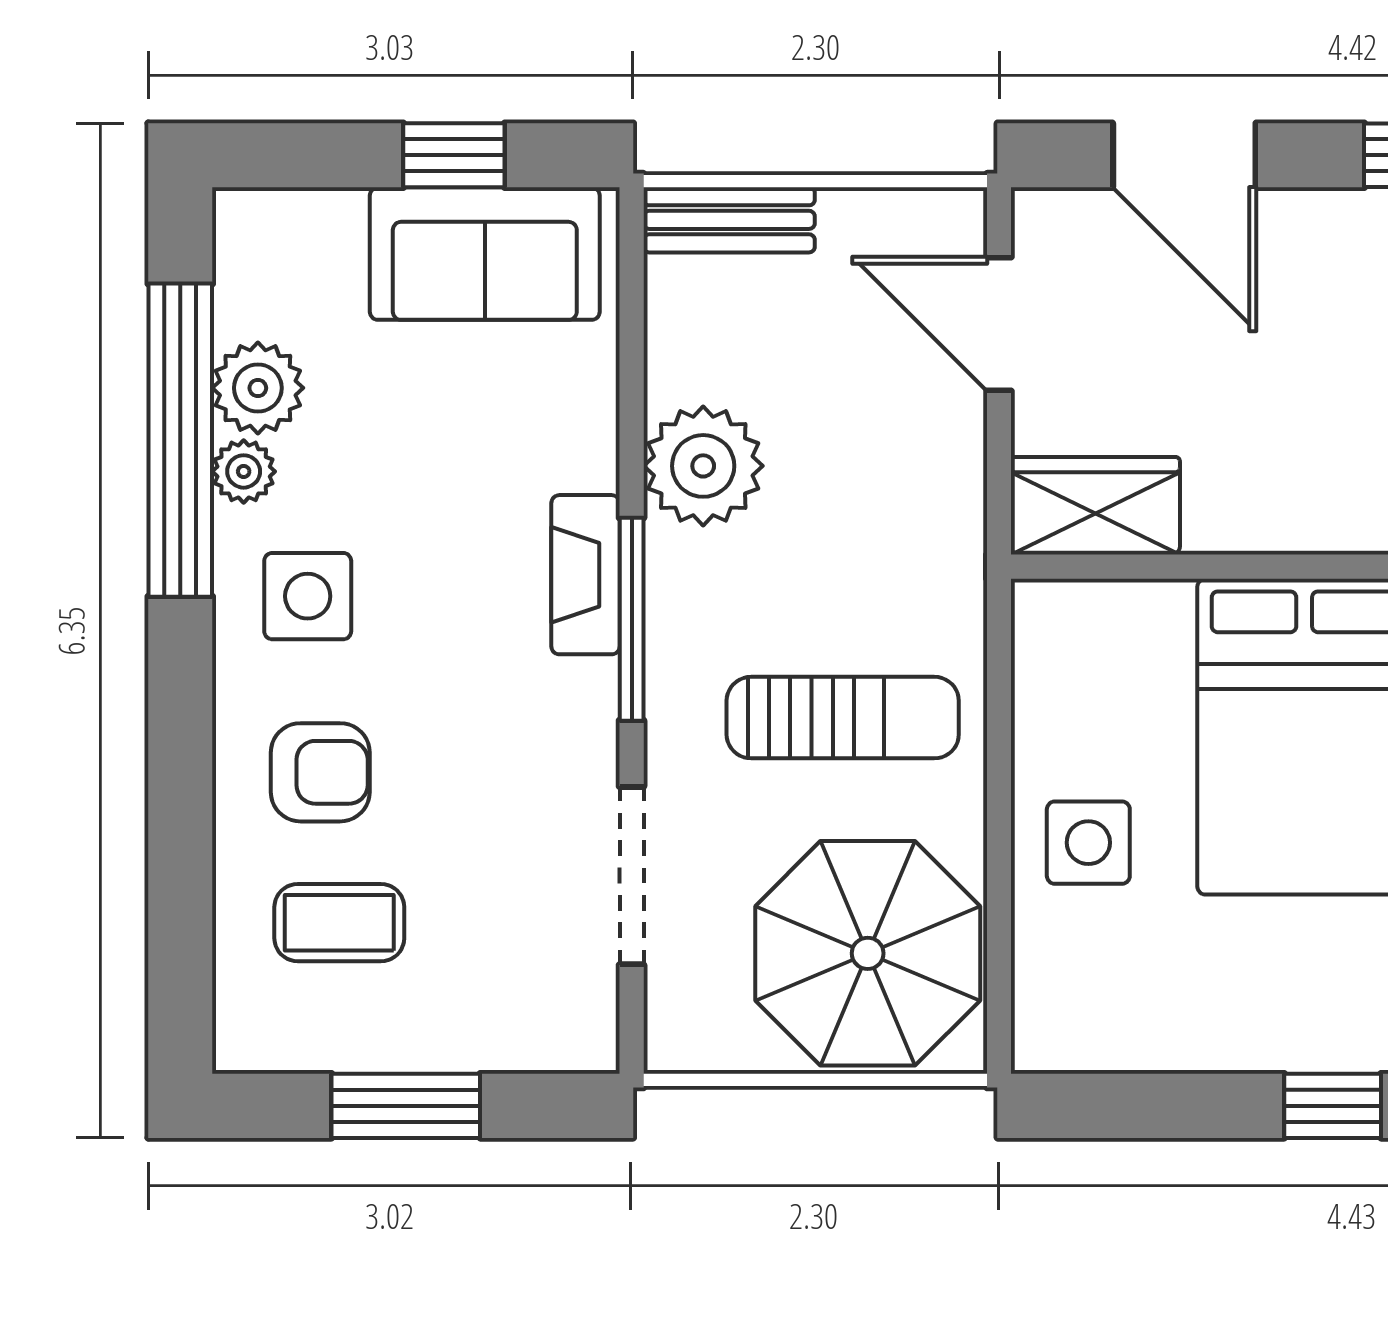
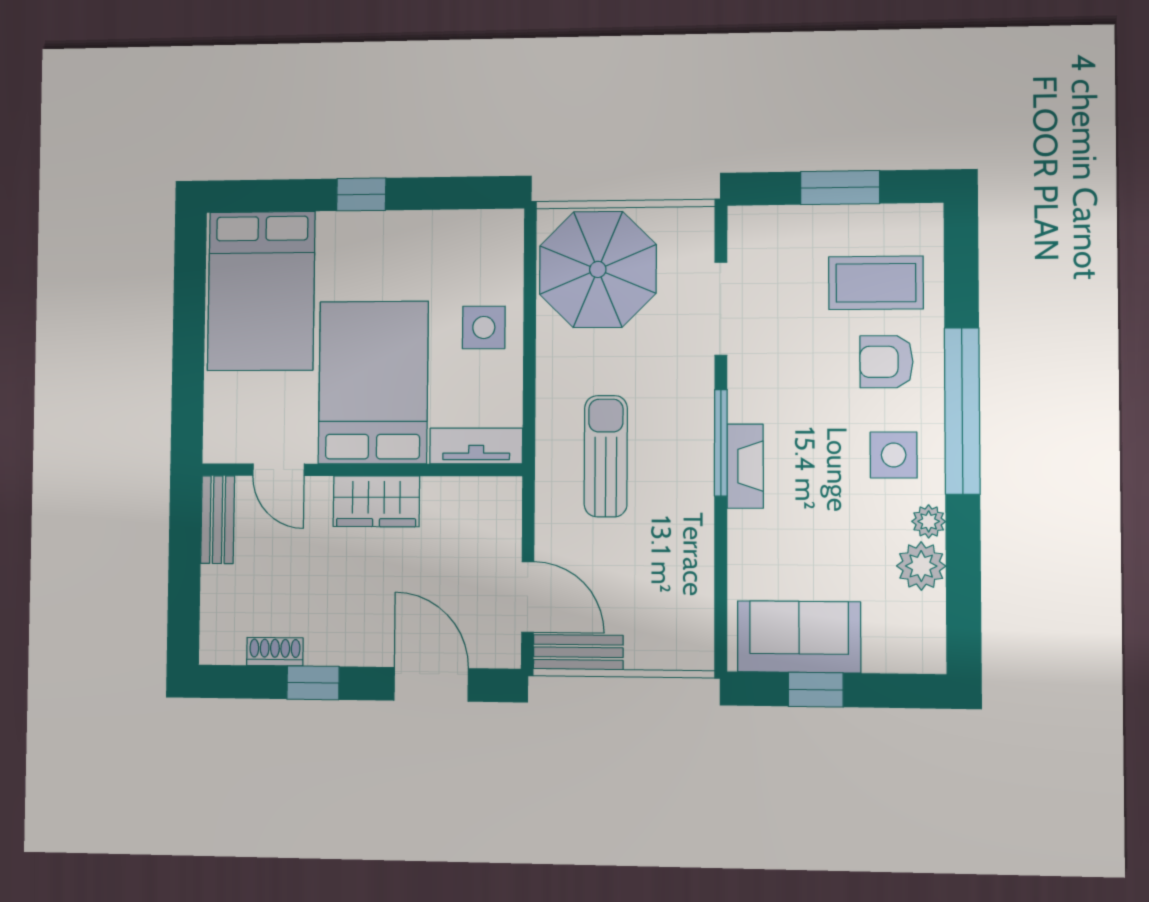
bench: (729, 220) -> (578, 652), moved
window: (180, 440) -> (962, 411), moved
plant: (703, 466) -> (683, 523), removed
wardrobe: (1095, 506) -> (376, 501), moved
tv unit: (1101, 613) -> (476, 446), added
sun lounger: (843, 718) -> (606, 456), moved, turned 90
coffee table: (339, 923) -> (876, 283), width x1.36, depth x1.30

